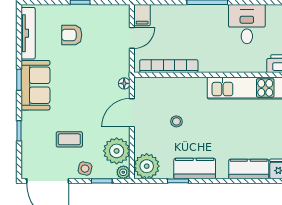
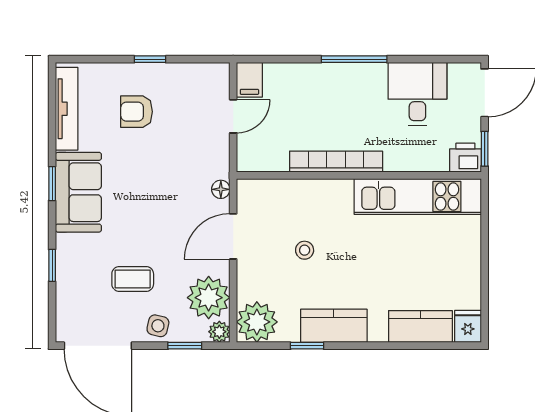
bookcase: (169, 66) -> (336, 162), moved

